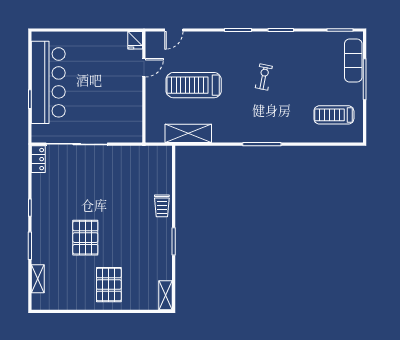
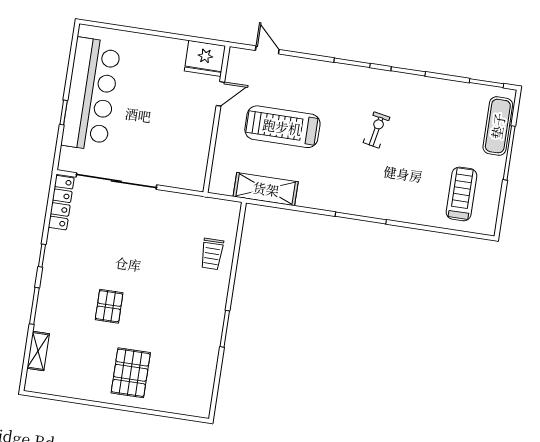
door: (174, 30) -> (267, 50), swing flipped
fridge: (135, 40) -> (205, 58), width x1.88, depth x1.34
treadmill: (334, 115) -> (461, 194), turned 90
locker: (38, 159) -> (61, 203), width x1.53
trolley: (162, 206) -> (212, 254), moved
pallet: (85, 238) -> (109, 306), width x0.67, depth x0.71
shelving: (166, 295) -> (203, 398), removed

